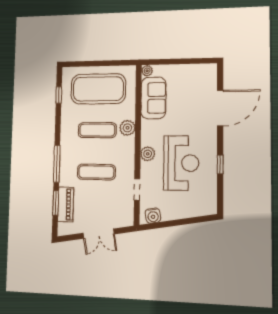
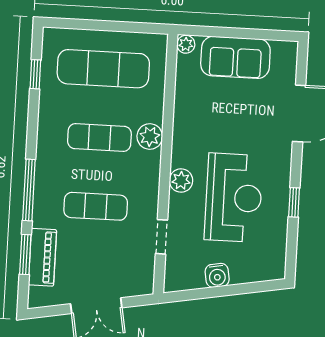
exercise mat: (98, 89) -> (103, 69), width x0.68
sofa: (153, 98) -> (235, 57), moved, turned 90
water cooler: (153, 216) -> (217, 275), moved

